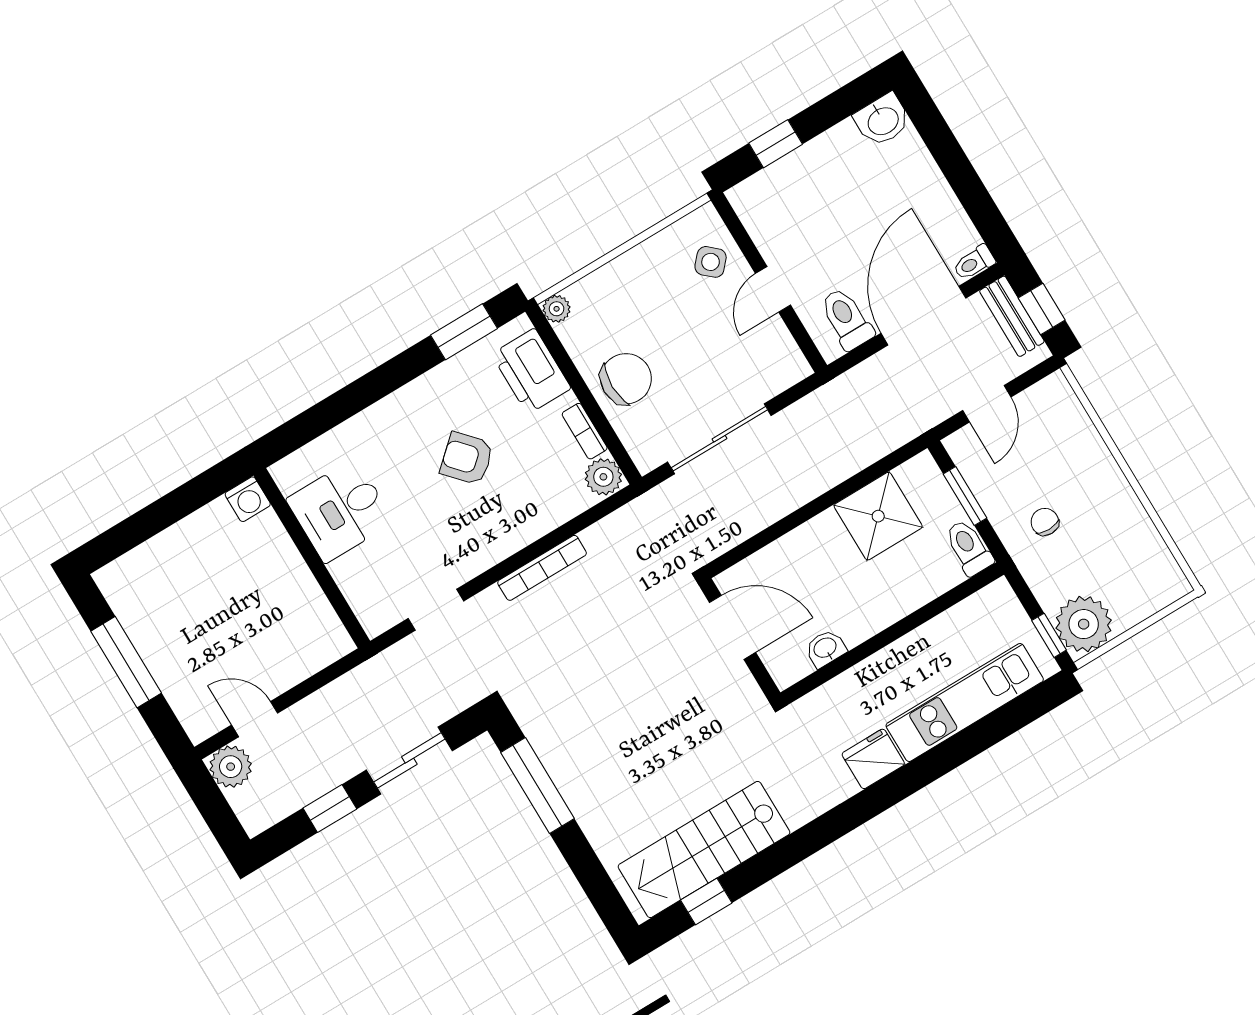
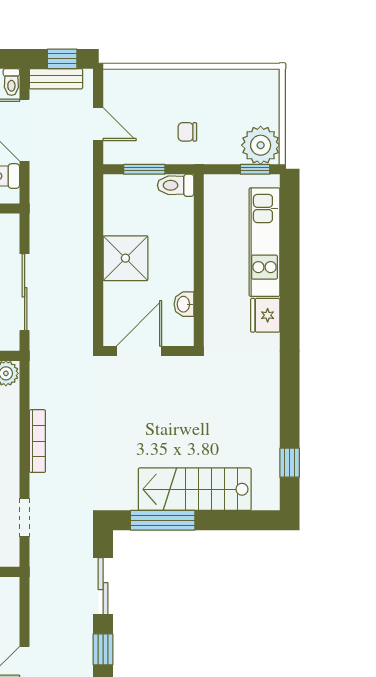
shower: (878, 516) -> (125, 258), moved
stairs: (704, 850) -> (195, 489), moved, turned 90

